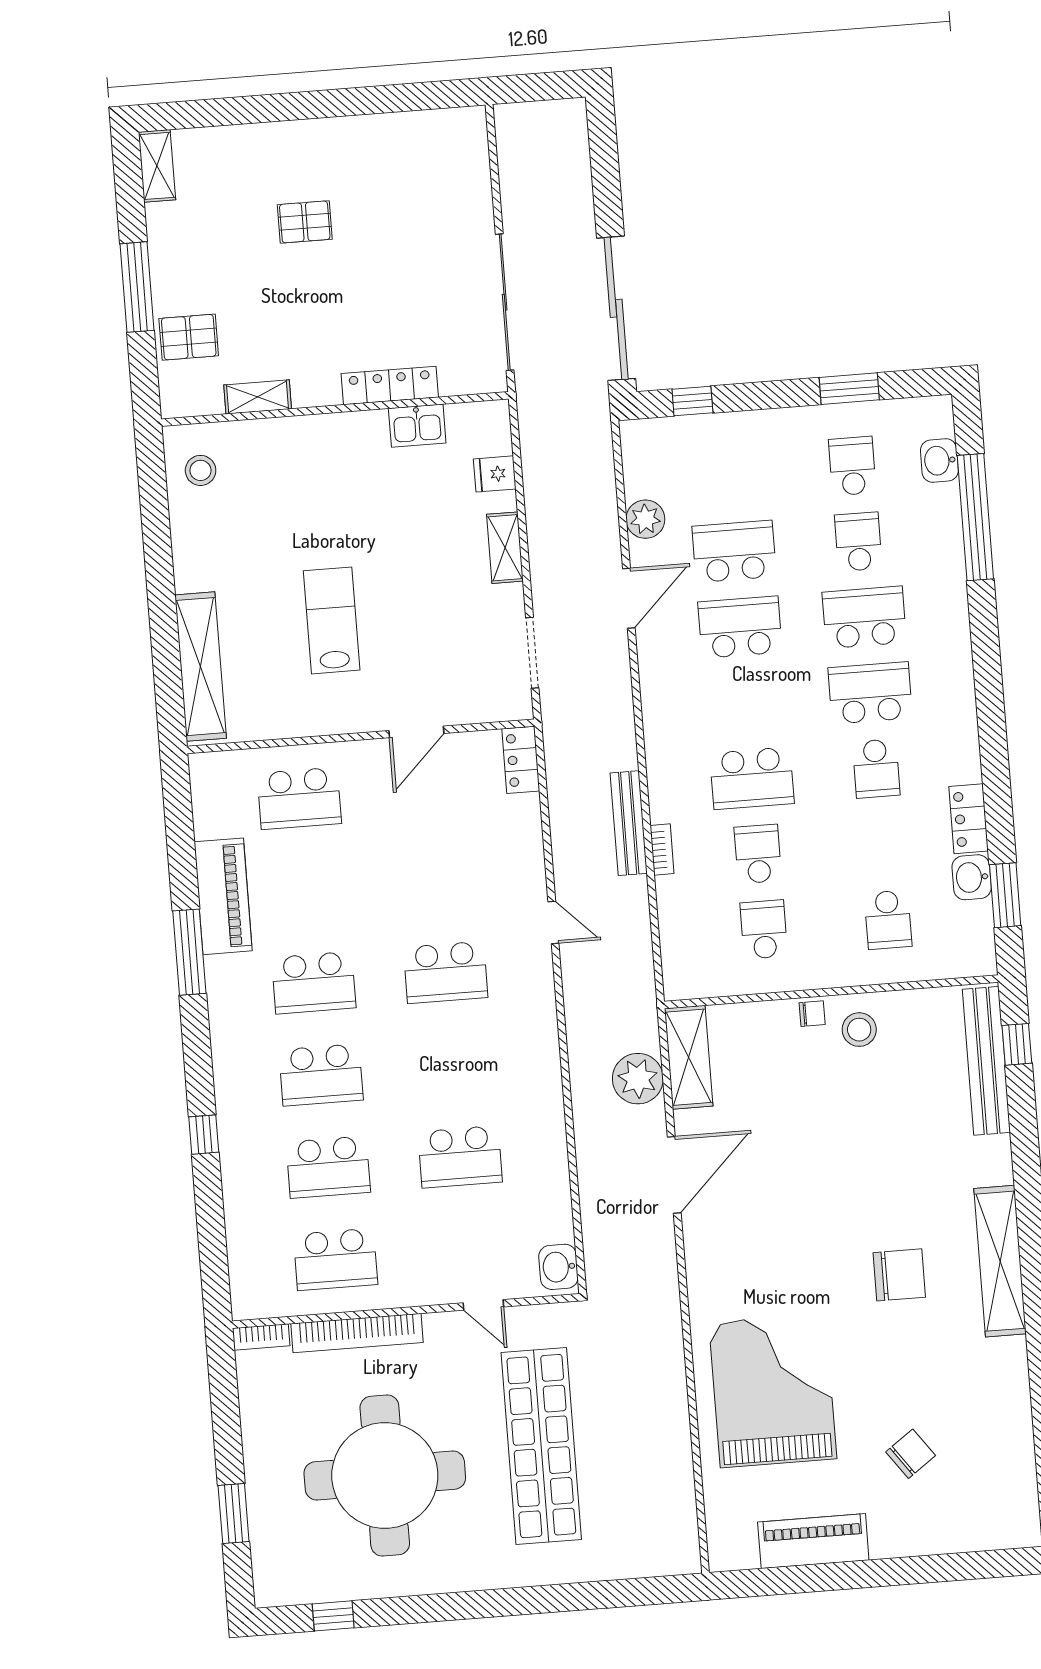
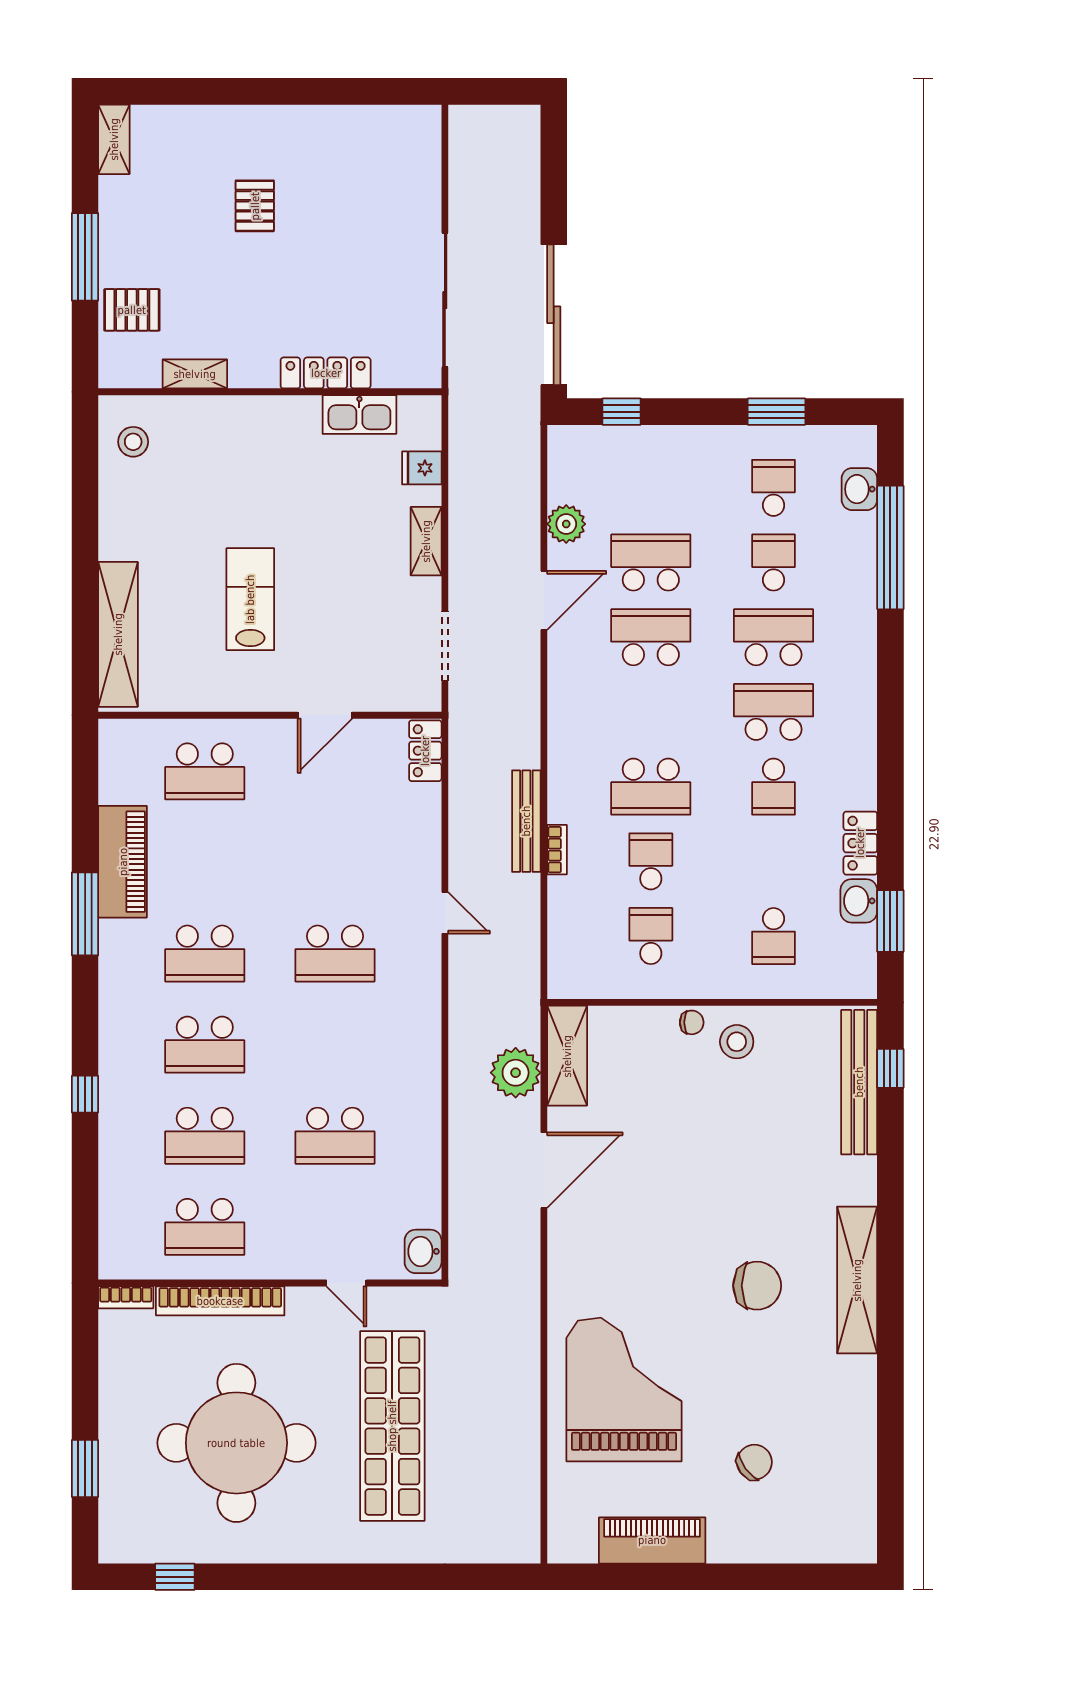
pallet: (305, 222) -> (255, 206), turned 90
kitchen sink: (417, 426) -> (359, 415), width x1.38

